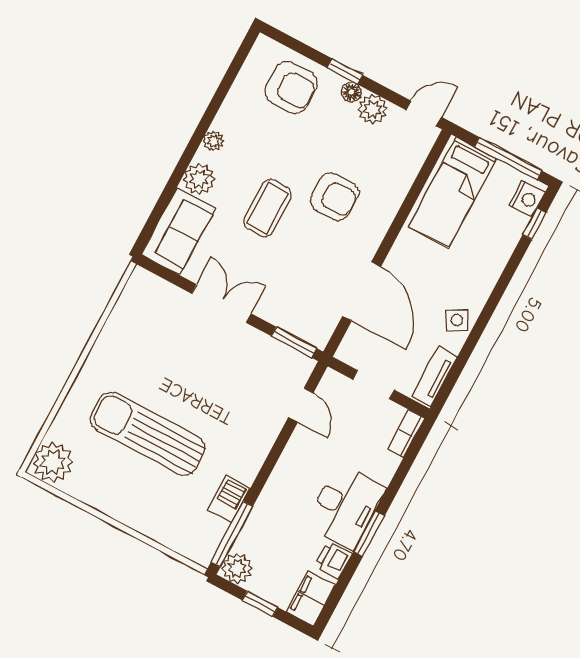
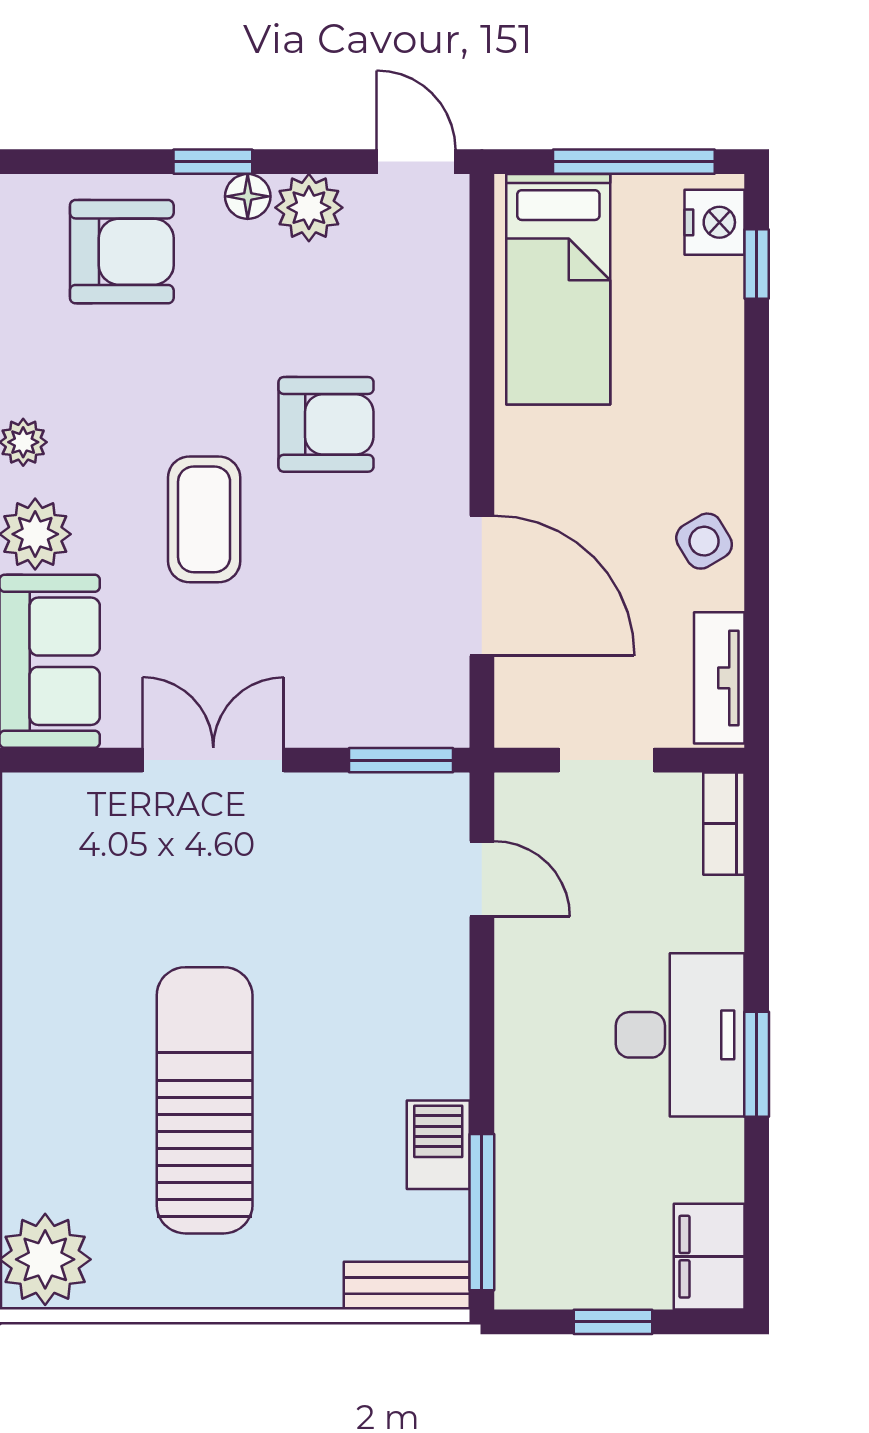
door: (424, 114) -> (416, 162), hinge flipped
sun lounger: (148, 433) -> (205, 1100), turned 90
bench: (188, 547) -> (407, 1286), added
printer: (333, 560) -> (713, 1156), removed
plant: (237, 568) -> (529, 1275), removed

